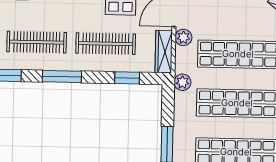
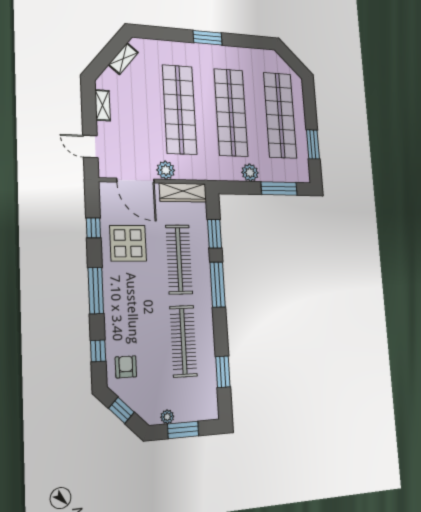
window: (62, 77) -> (218, 284), moved
plant: (182, 82) -> (250, 173), moved

